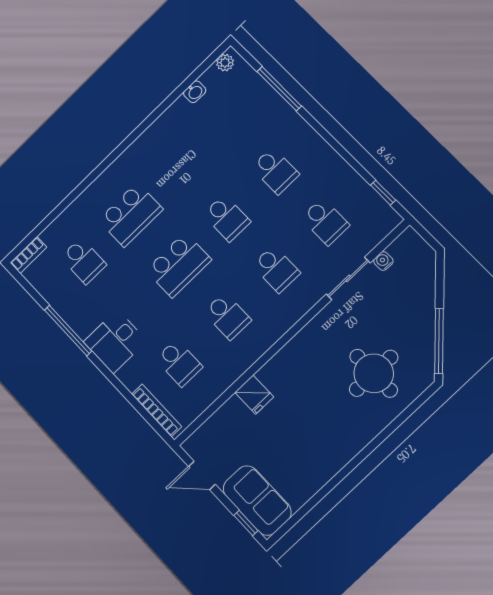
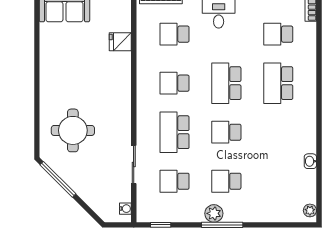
window: (279, 89) -> (222, 225), moved
washbasin: (195, 92) -> (310, 161), moved
plant: (319, 152) -> (214, 213), added
water cooler: (383, 261) -> (125, 209), moved
school desk: (276, 269) -> (175, 132), width x1.85
fridge: (254, 395) -> (120, 42), moved

